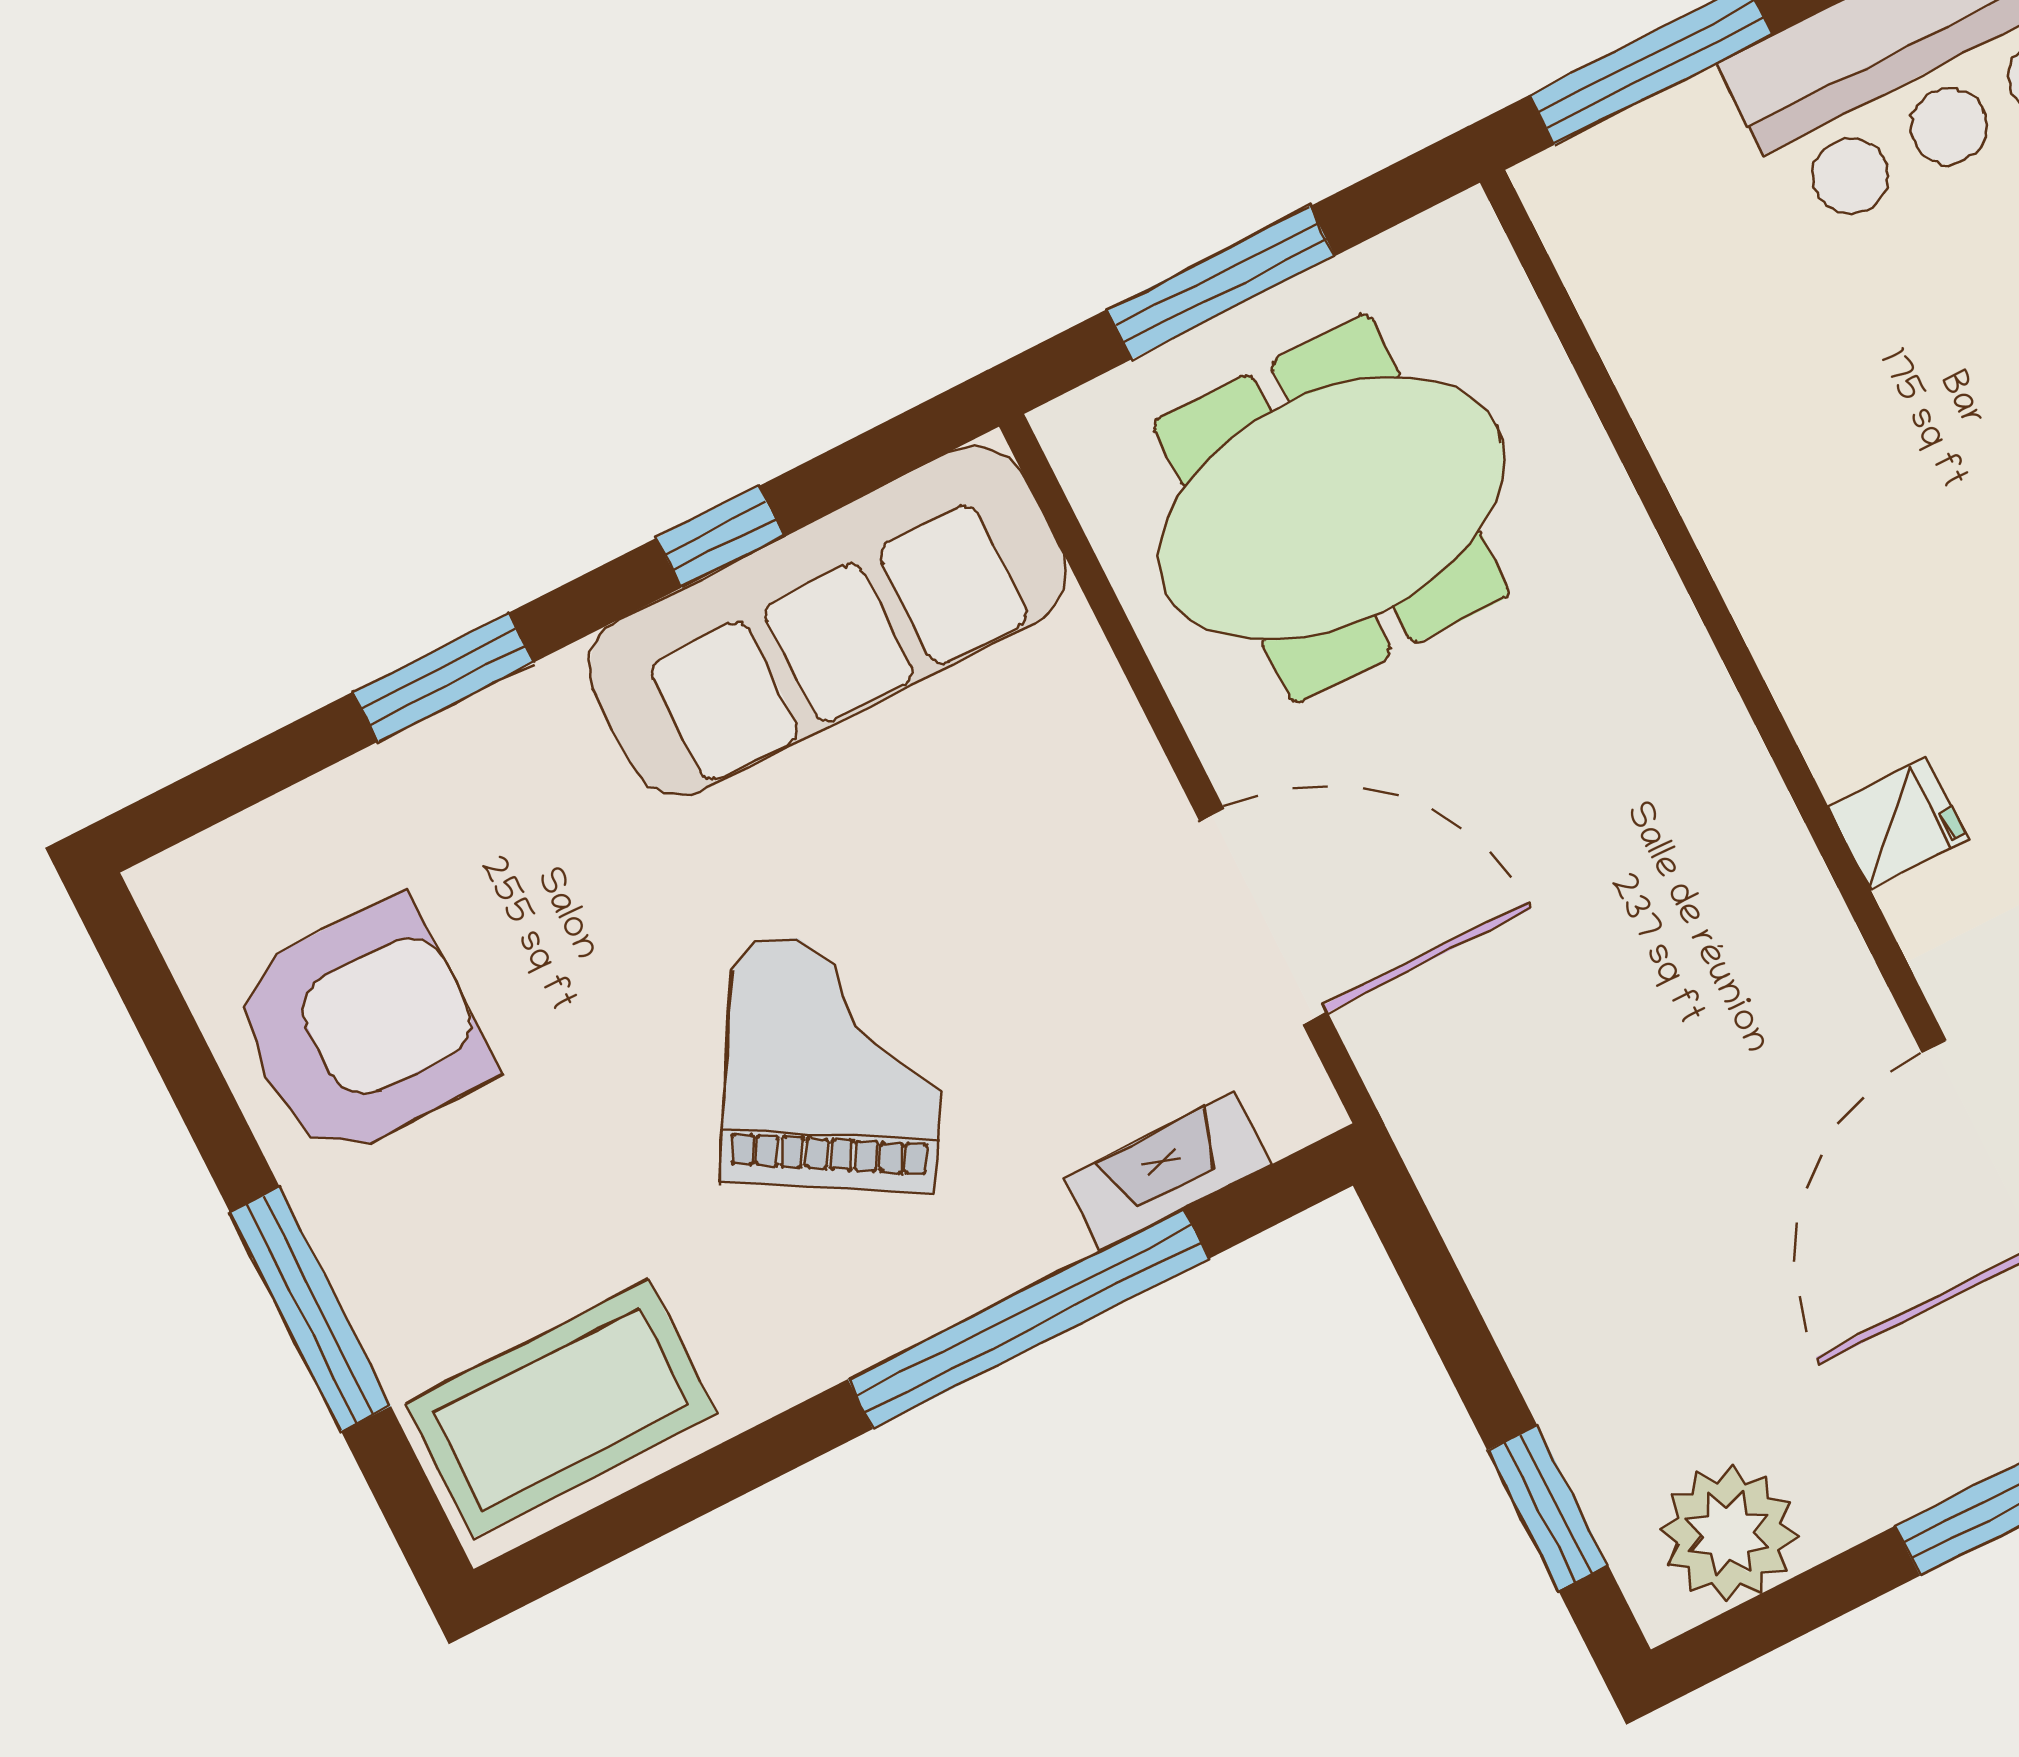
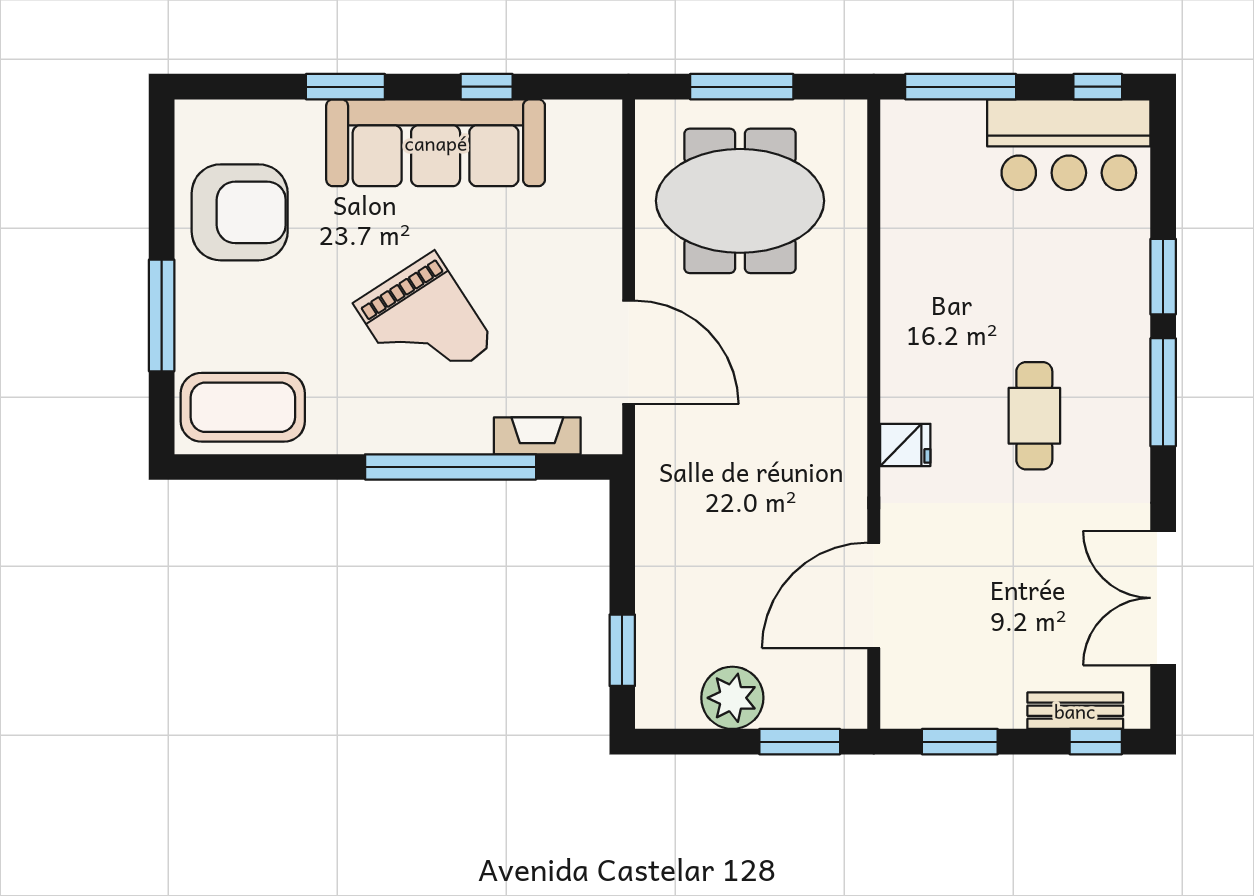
sofa: (828, 621) -> (436, 143), moved
grand piano: (834, 1065) -> (424, 324), turned 117
plant: (1729, 1533) -> (732, 698), moved

